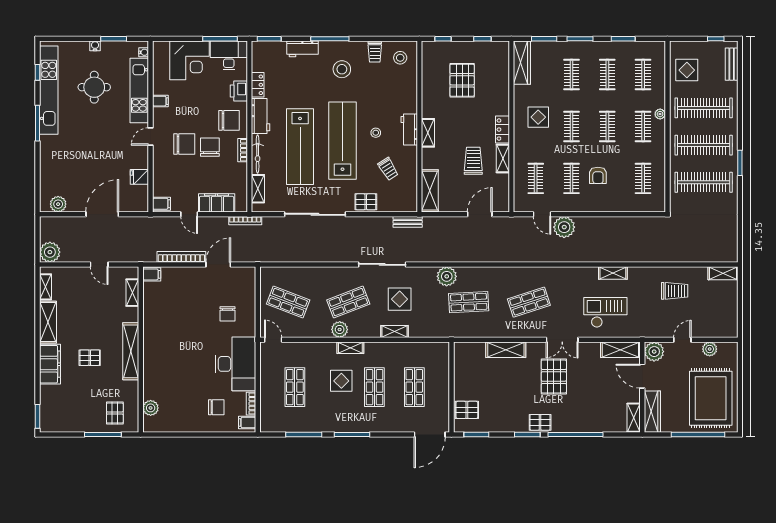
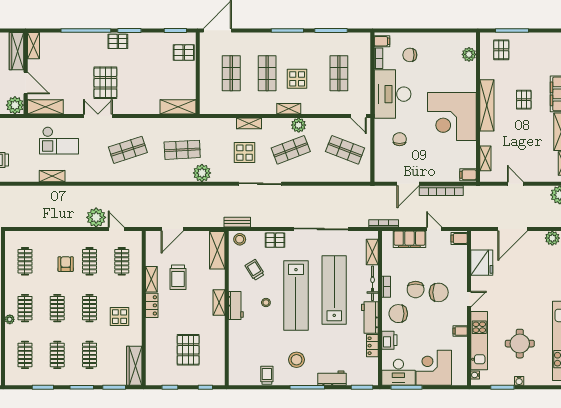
stool: (400, 58) -> (240, 239), moved
chair: (184, 144) -> (439, 292), turned 180
fridge: (139, 177) -> (482, 263), width x1.88, depth x1.34
corner desk: (170, 339) -> (452, 117), added
shelving: (506, 350) -> (178, 107), moved
pallet: (90, 358) -> (524, 100), turned 90

